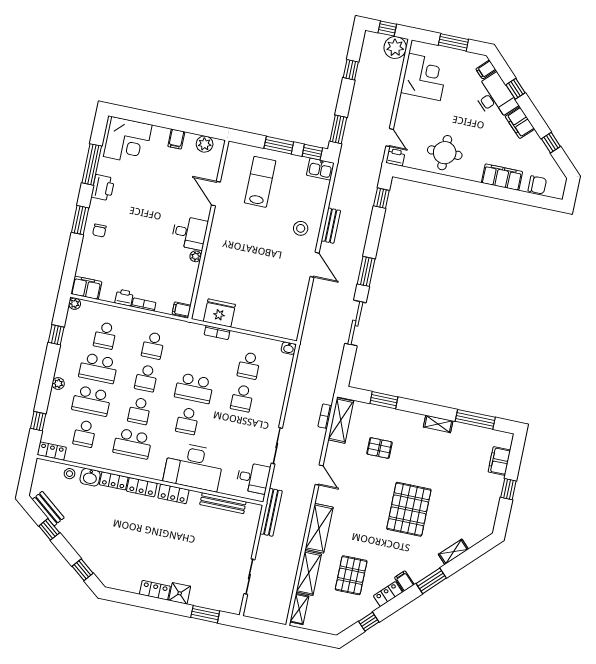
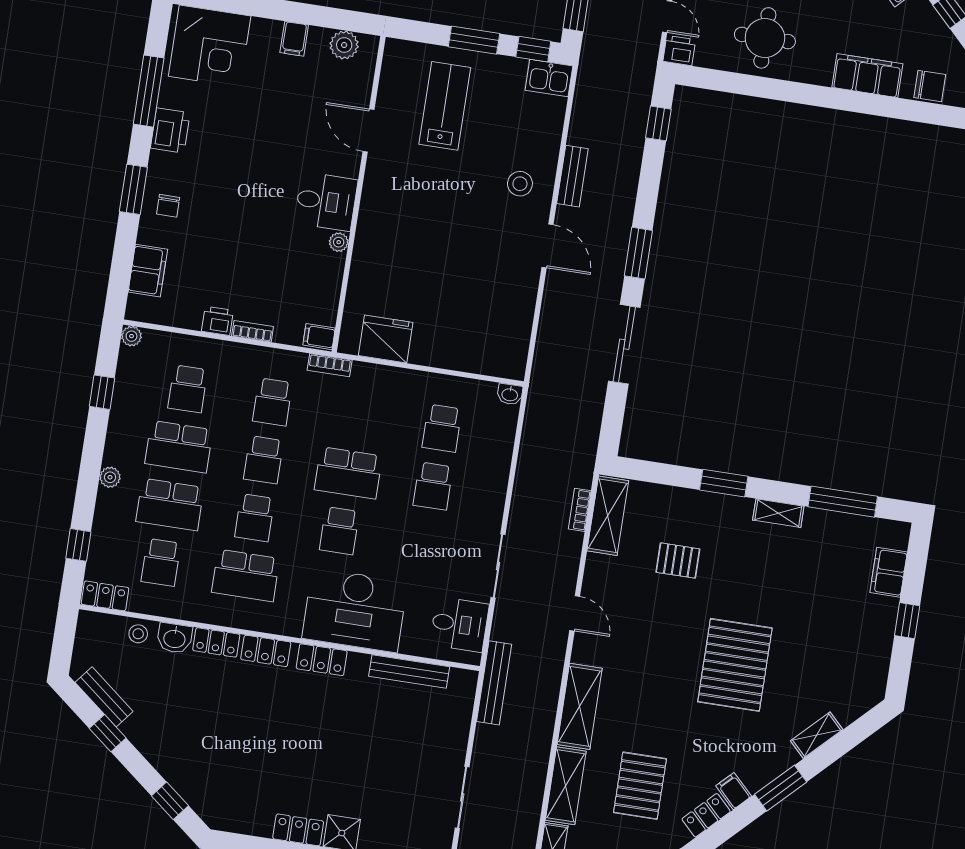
filing cabinet: (86, 288) -> (148, 271), moved, turned 90
bookcase: (217, 333) -> (330, 365), moved
window: (384, 400) -> (724, 483), moved

